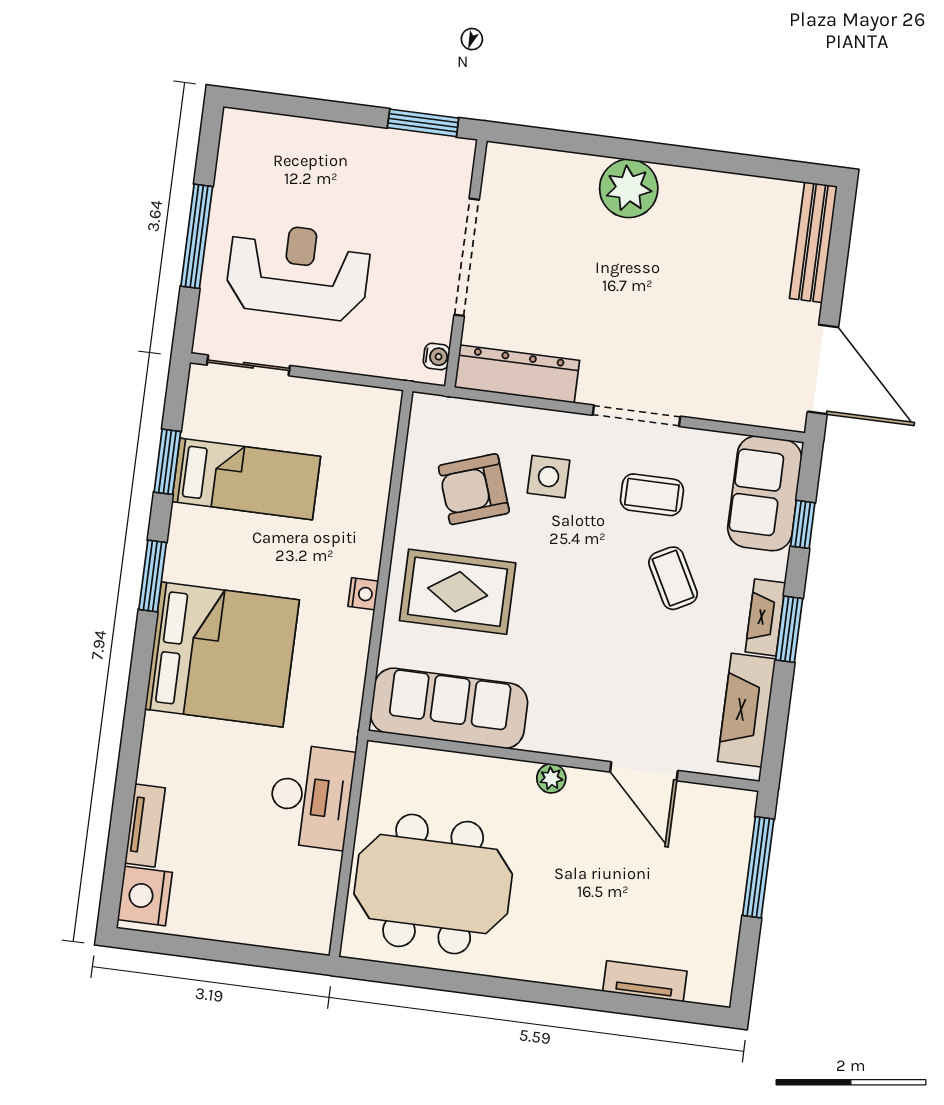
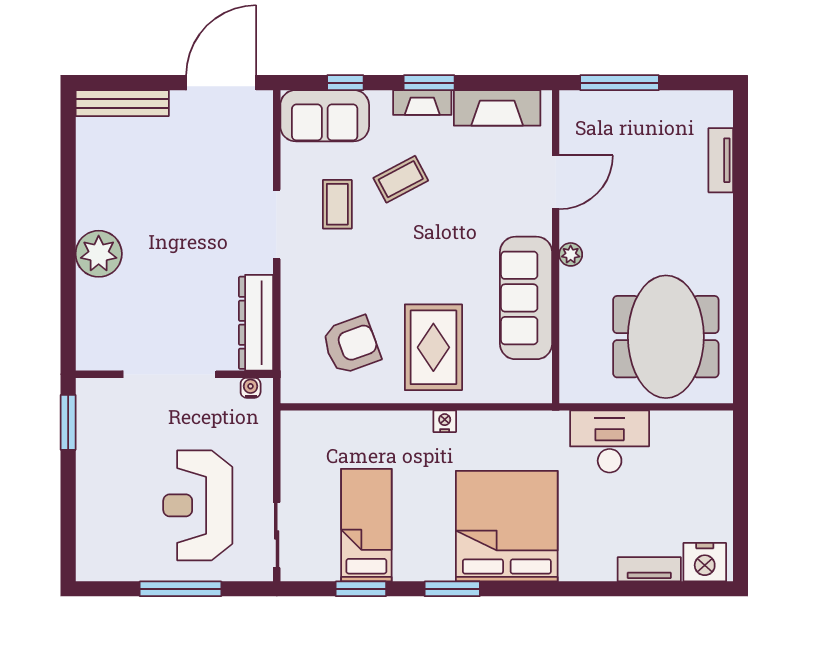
side table: (549, 477) -> (334, 287), removed
armchair: (474, 489) -> (351, 345), turned -91
sofa: (449, 708) -> (526, 298), moved

